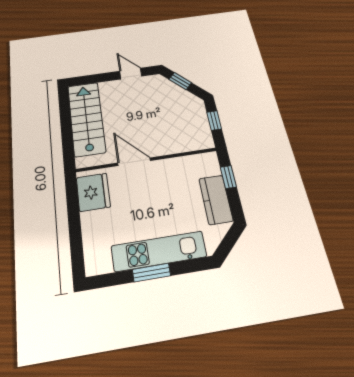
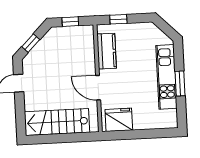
door: (134, 162) -> (98, 88), hinge flipped
kitchen counter: (216, 200) -> (107, 51), moved, turned -90

